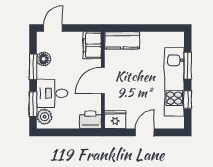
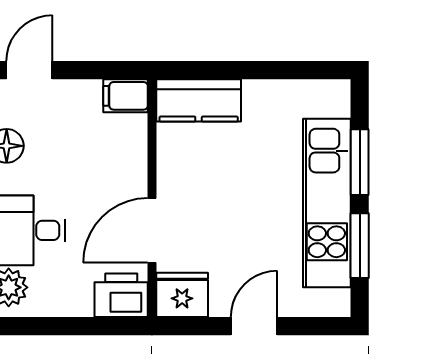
filing cabinet: (92, 45) -> (125, 96), width x0.50
door: (103, 81) -> (152, 230), moved
window: (188, 100) -> (360, 246), width x1.50

